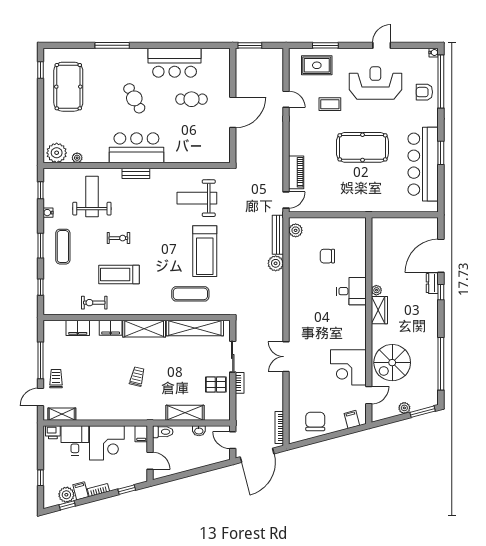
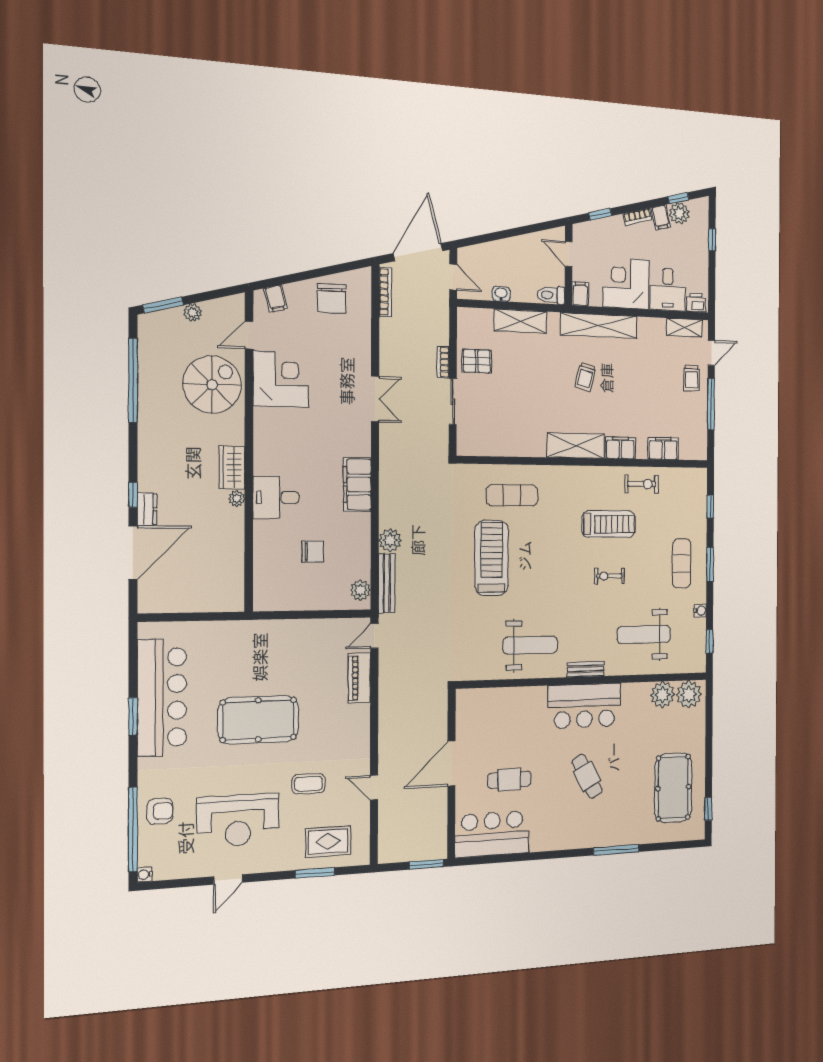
bar counter: (175, 63) -> (492, 834), moved
plant: (77, 158) -> (663, 695), width x1.88, depth x1.88
weight bench: (92, 196) -> (644, 635), turned 90
weight bench: (197, 198) -> (530, 645), moved
filing cabinet: (298, 300) -> (357, 485), added
shelving: (195, 328) -> (599, 326), moved

